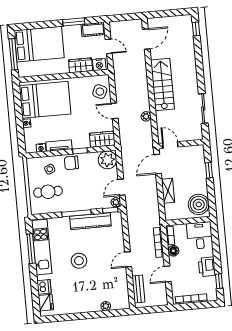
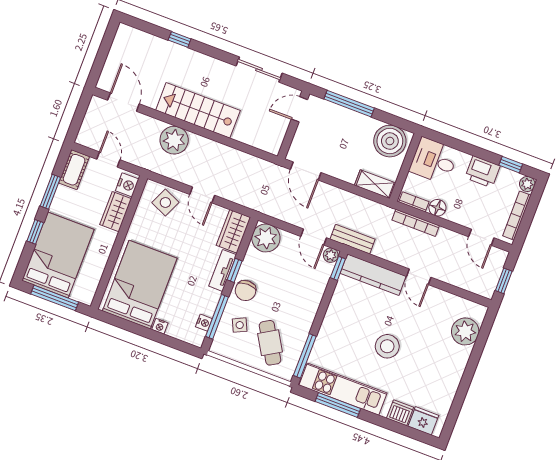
window: (46, 24) -> (35, 232), added
window: (196, 29) -> (180, 39), moved
door: (109, 46) -> (108, 159), hinge flipped
door: (115, 111) -> (202, 195), hinge flipped
plant: (146, 116) -> (174, 140), moved, width x1.88, depth x1.88
tv unit: (59, 145) -> (223, 270), moved
door: (170, 145) -> (299, 109), moved
window: (48, 154) -> (217, 317), added
window: (209, 170) -> (349, 104), width x2.17
shelving: (168, 191) -> (375, 184), moved
cafe table: (48, 192) -> (270, 343), turned -31
window: (76, 213) -> (305, 356), moved
kitchen counter: (90, 221) -> (373, 275), moved, turned 90
door: (168, 274) -> (481, 237), moved
bench: (138, 289) -> (353, 239), moved
plant: (212, 296) -> (527, 184), added
plant: (106, 306) -> (465, 331), width x1.88, depth x1.88
window: (150, 310) -> (504, 281), added

